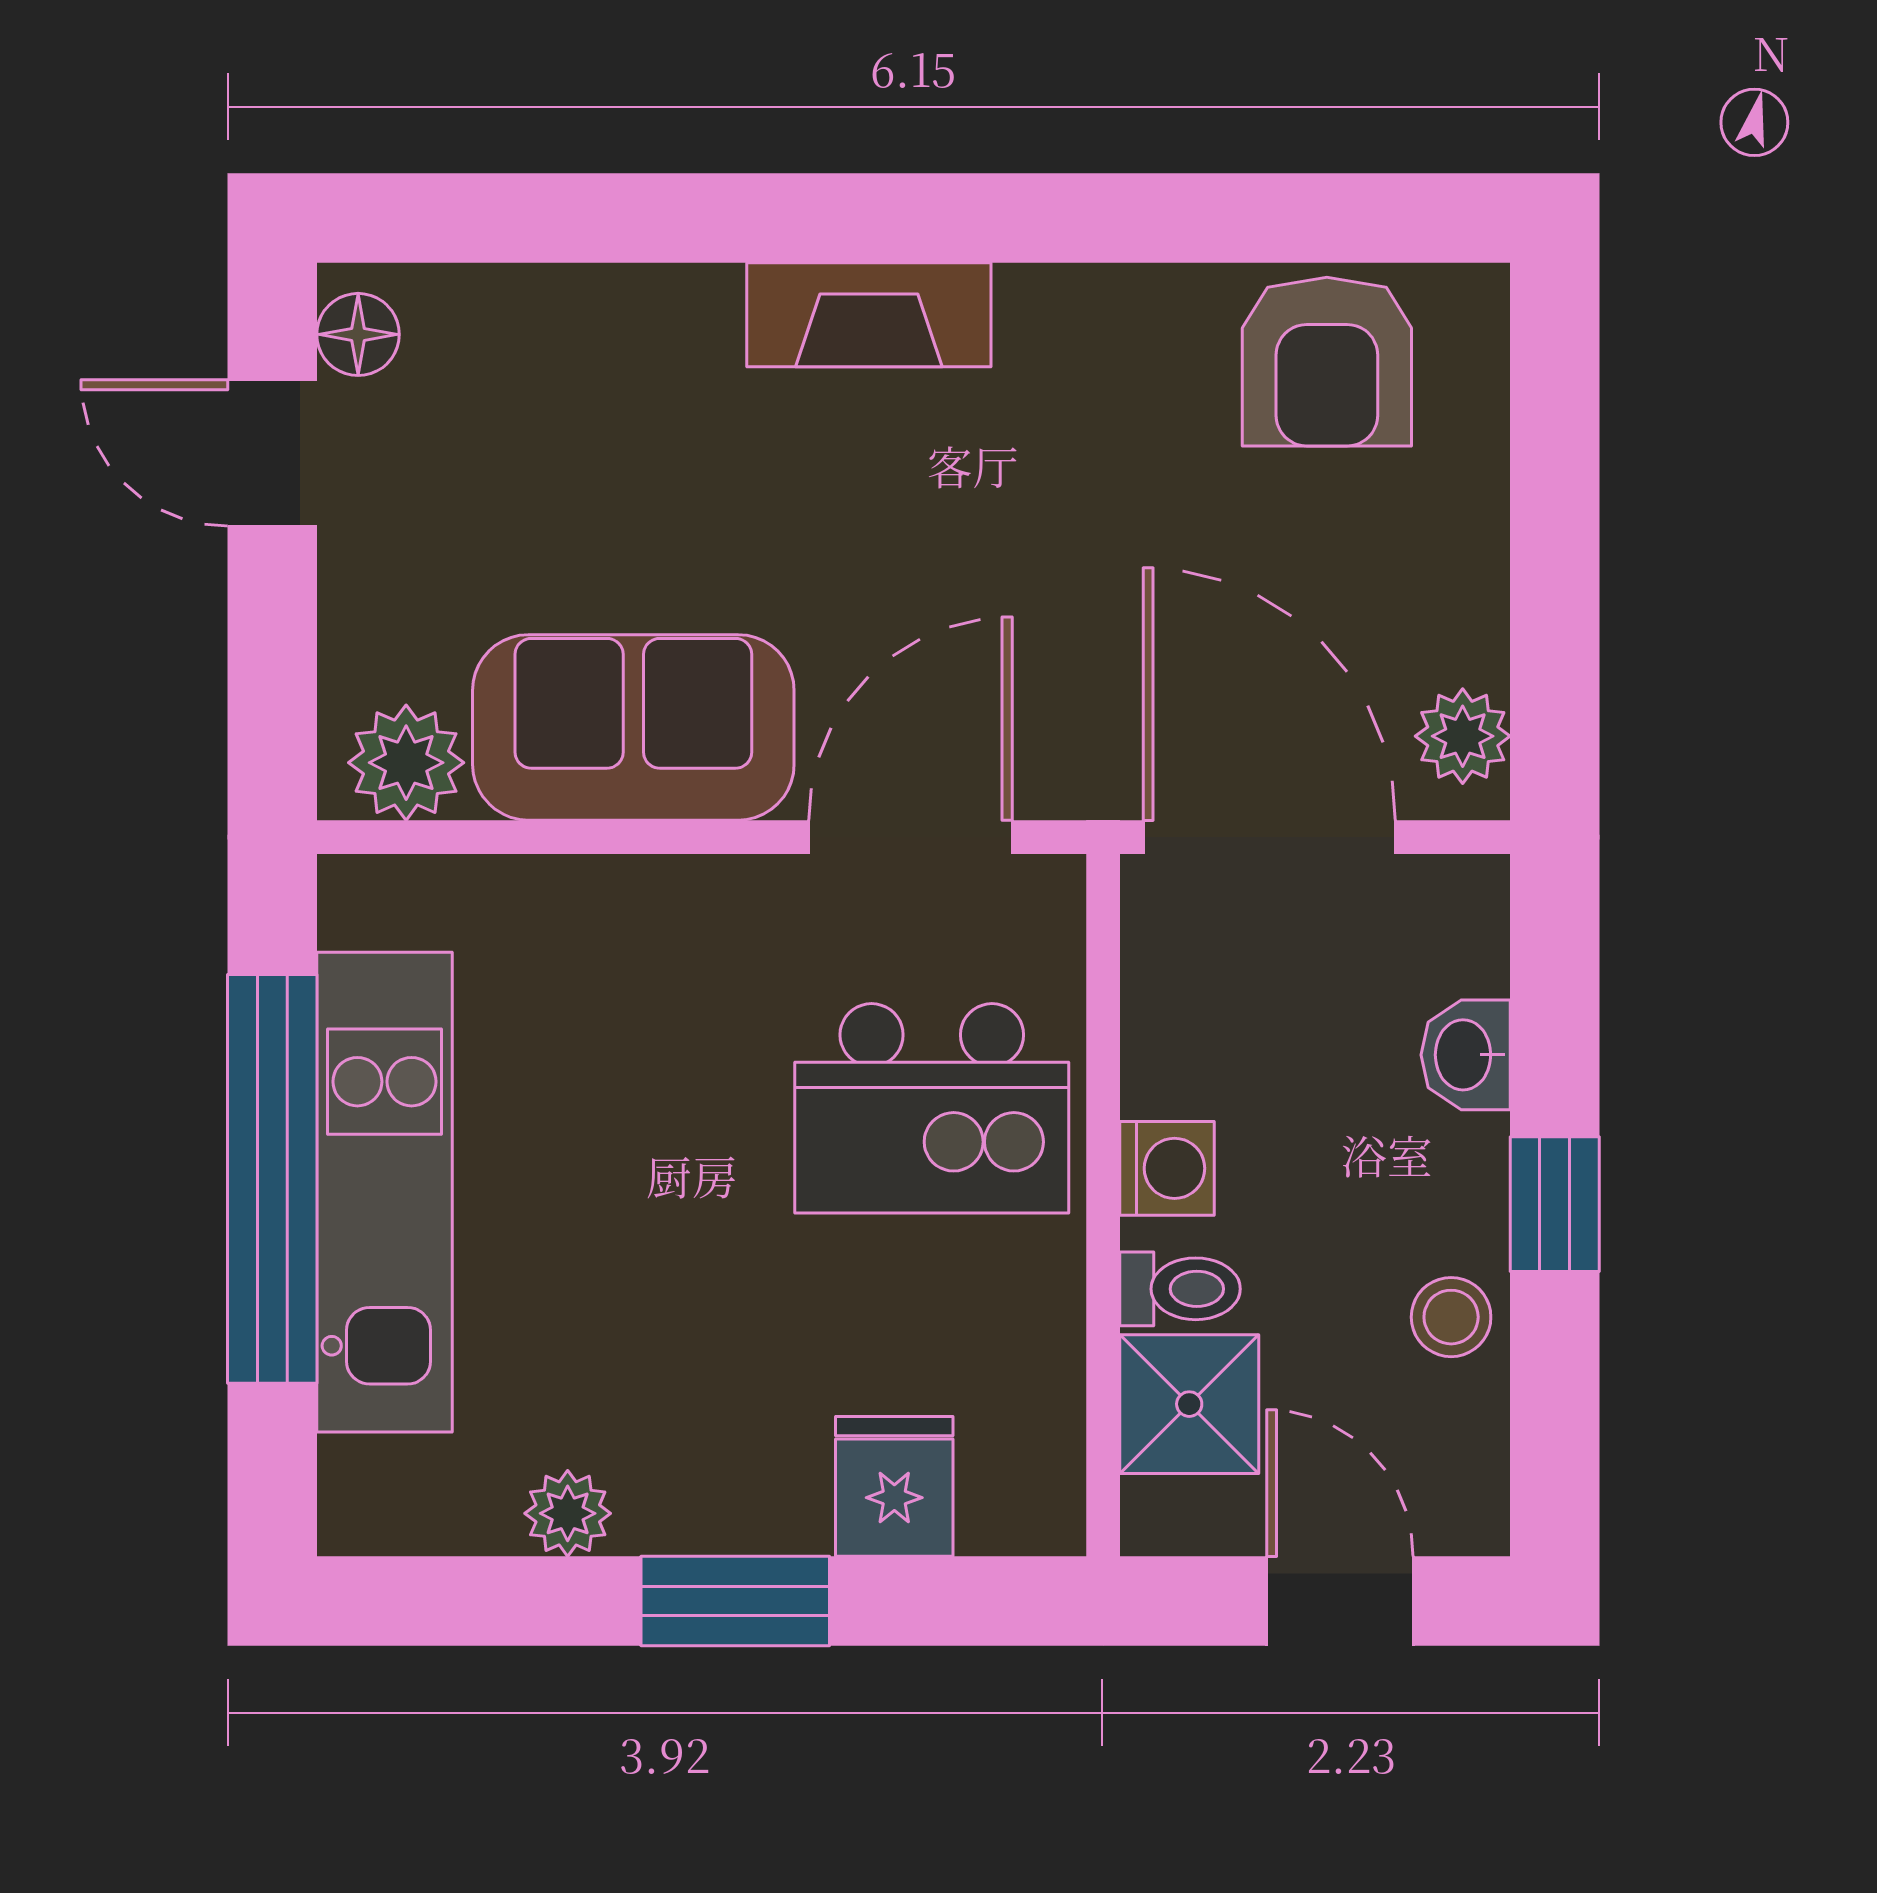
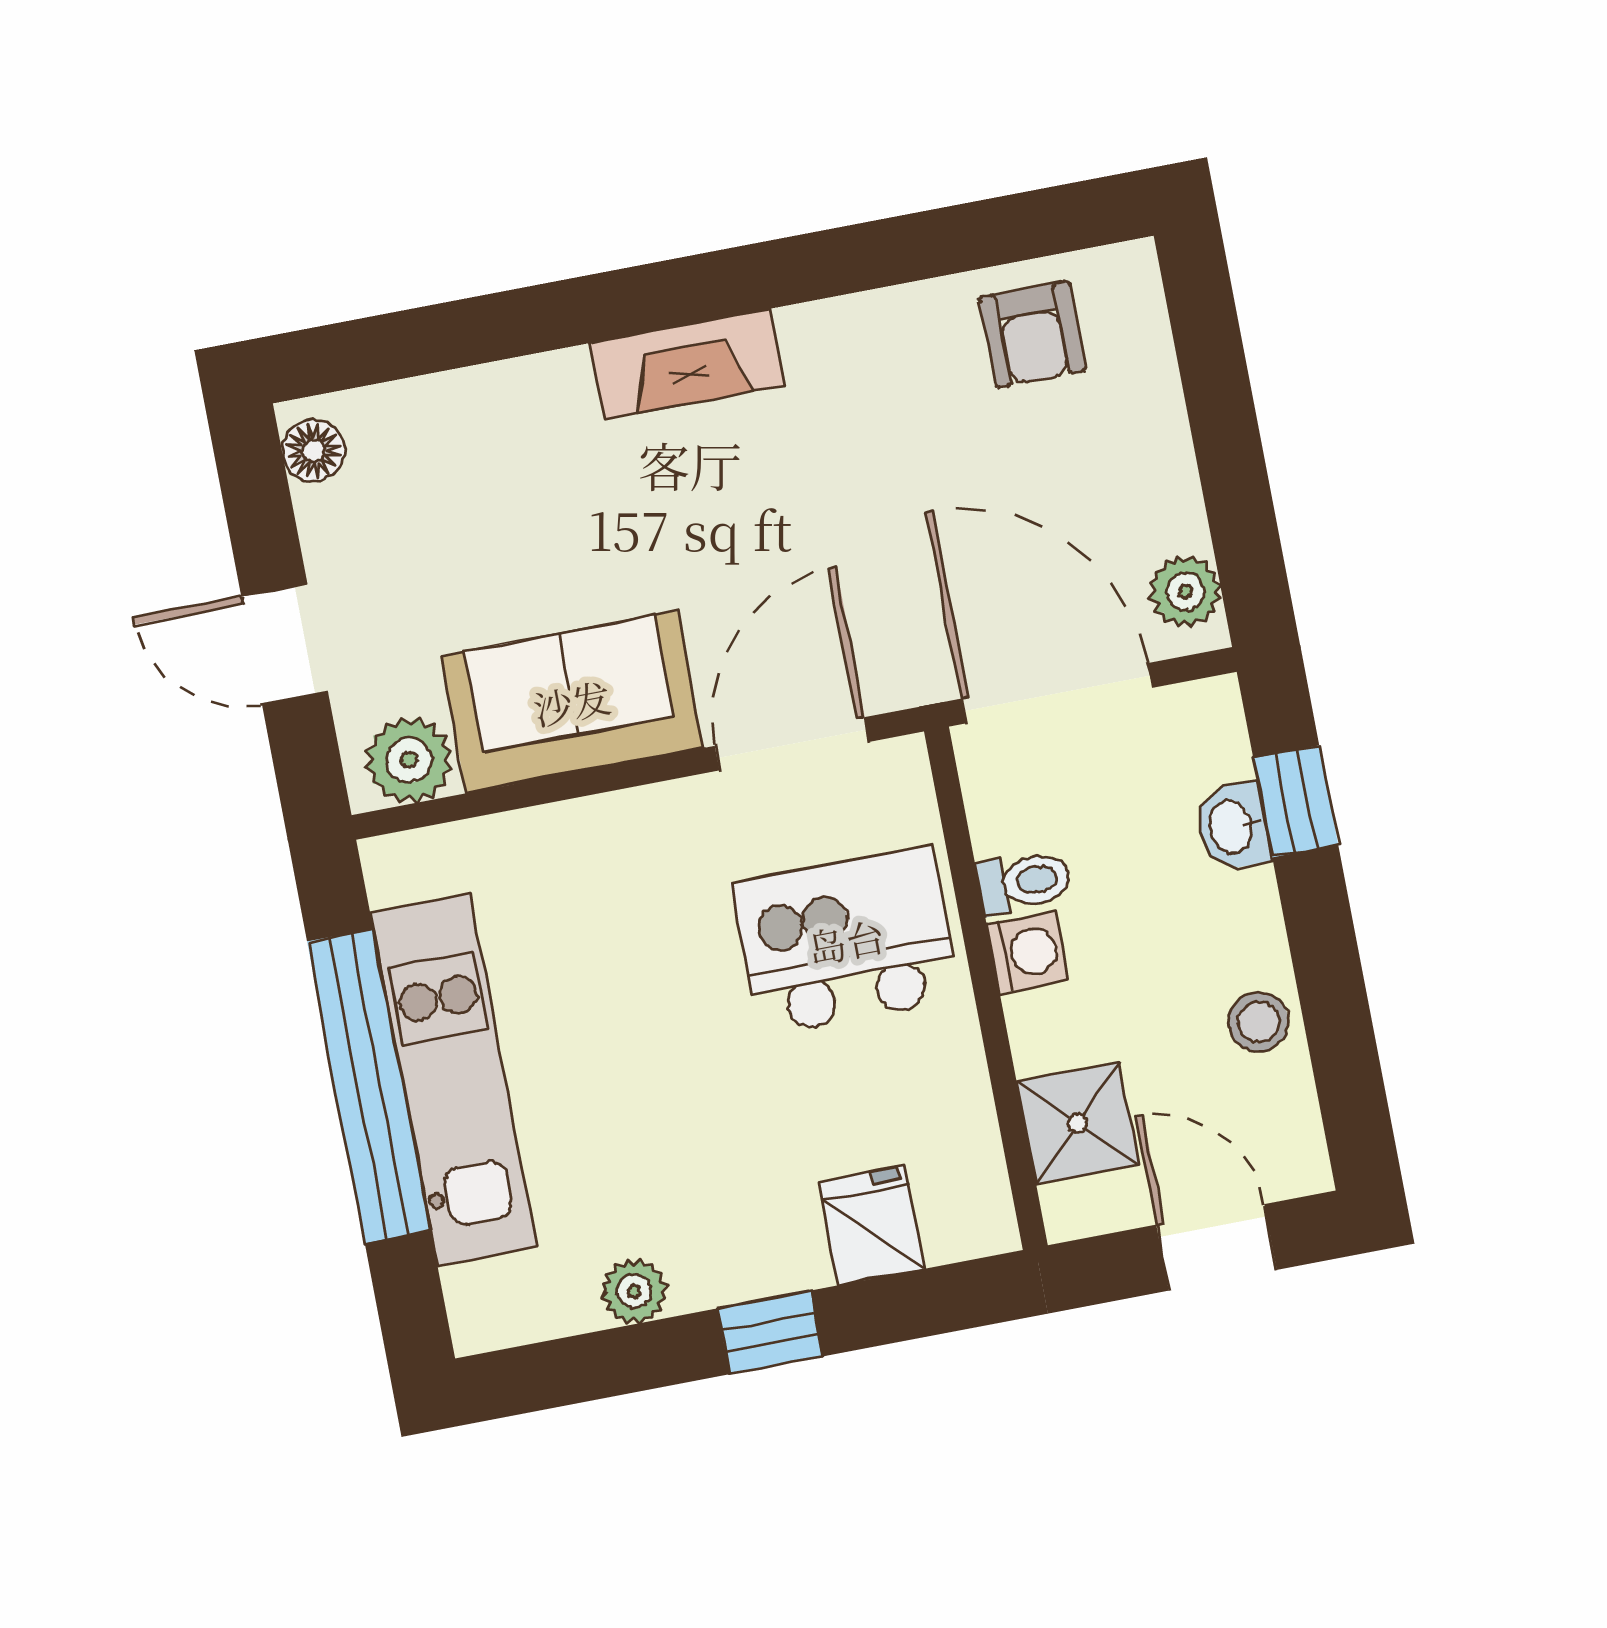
armchair: (1327, 362) -> (1032, 334), width x0.72, depth x0.72
door: (272, 453) -> (285, 644), moved
kitchen island: (932, 1108) -> (846, 941), turned 180
window: (1555, 1204) -> (1296, 801), moved
toilet: (1180, 1289) -> (1024, 882), moved
window: (735, 1601) -> (770, 1332), width x0.67

